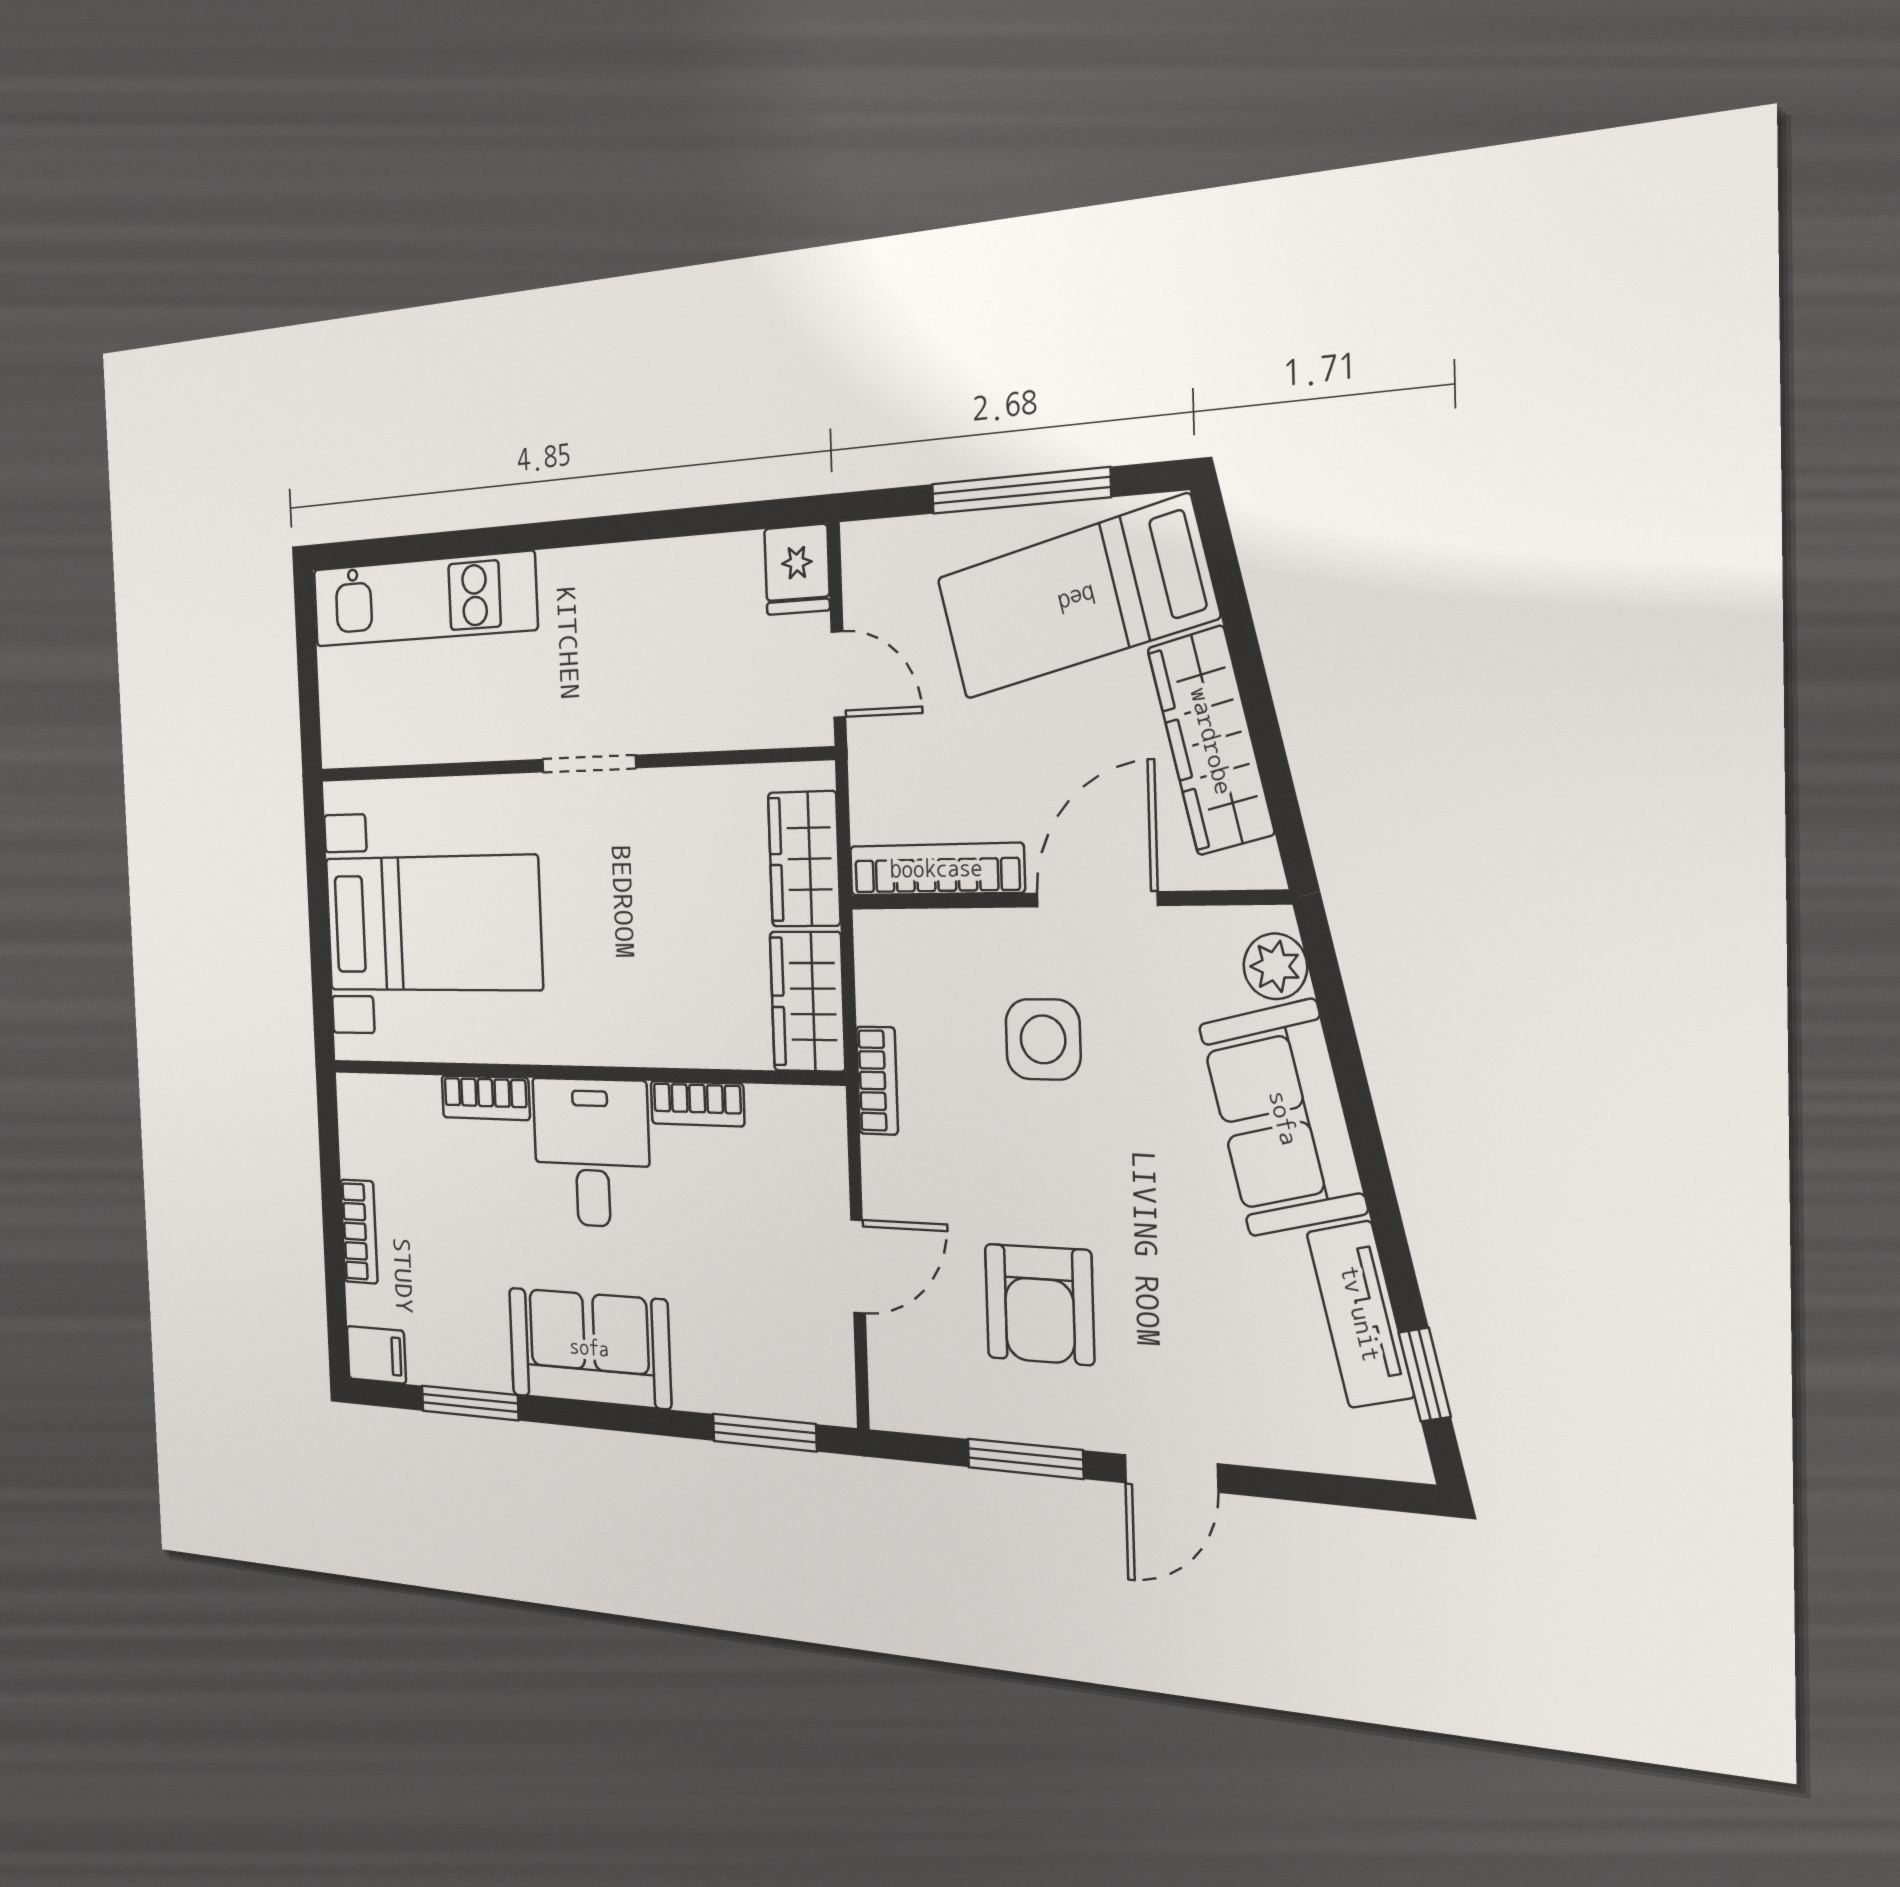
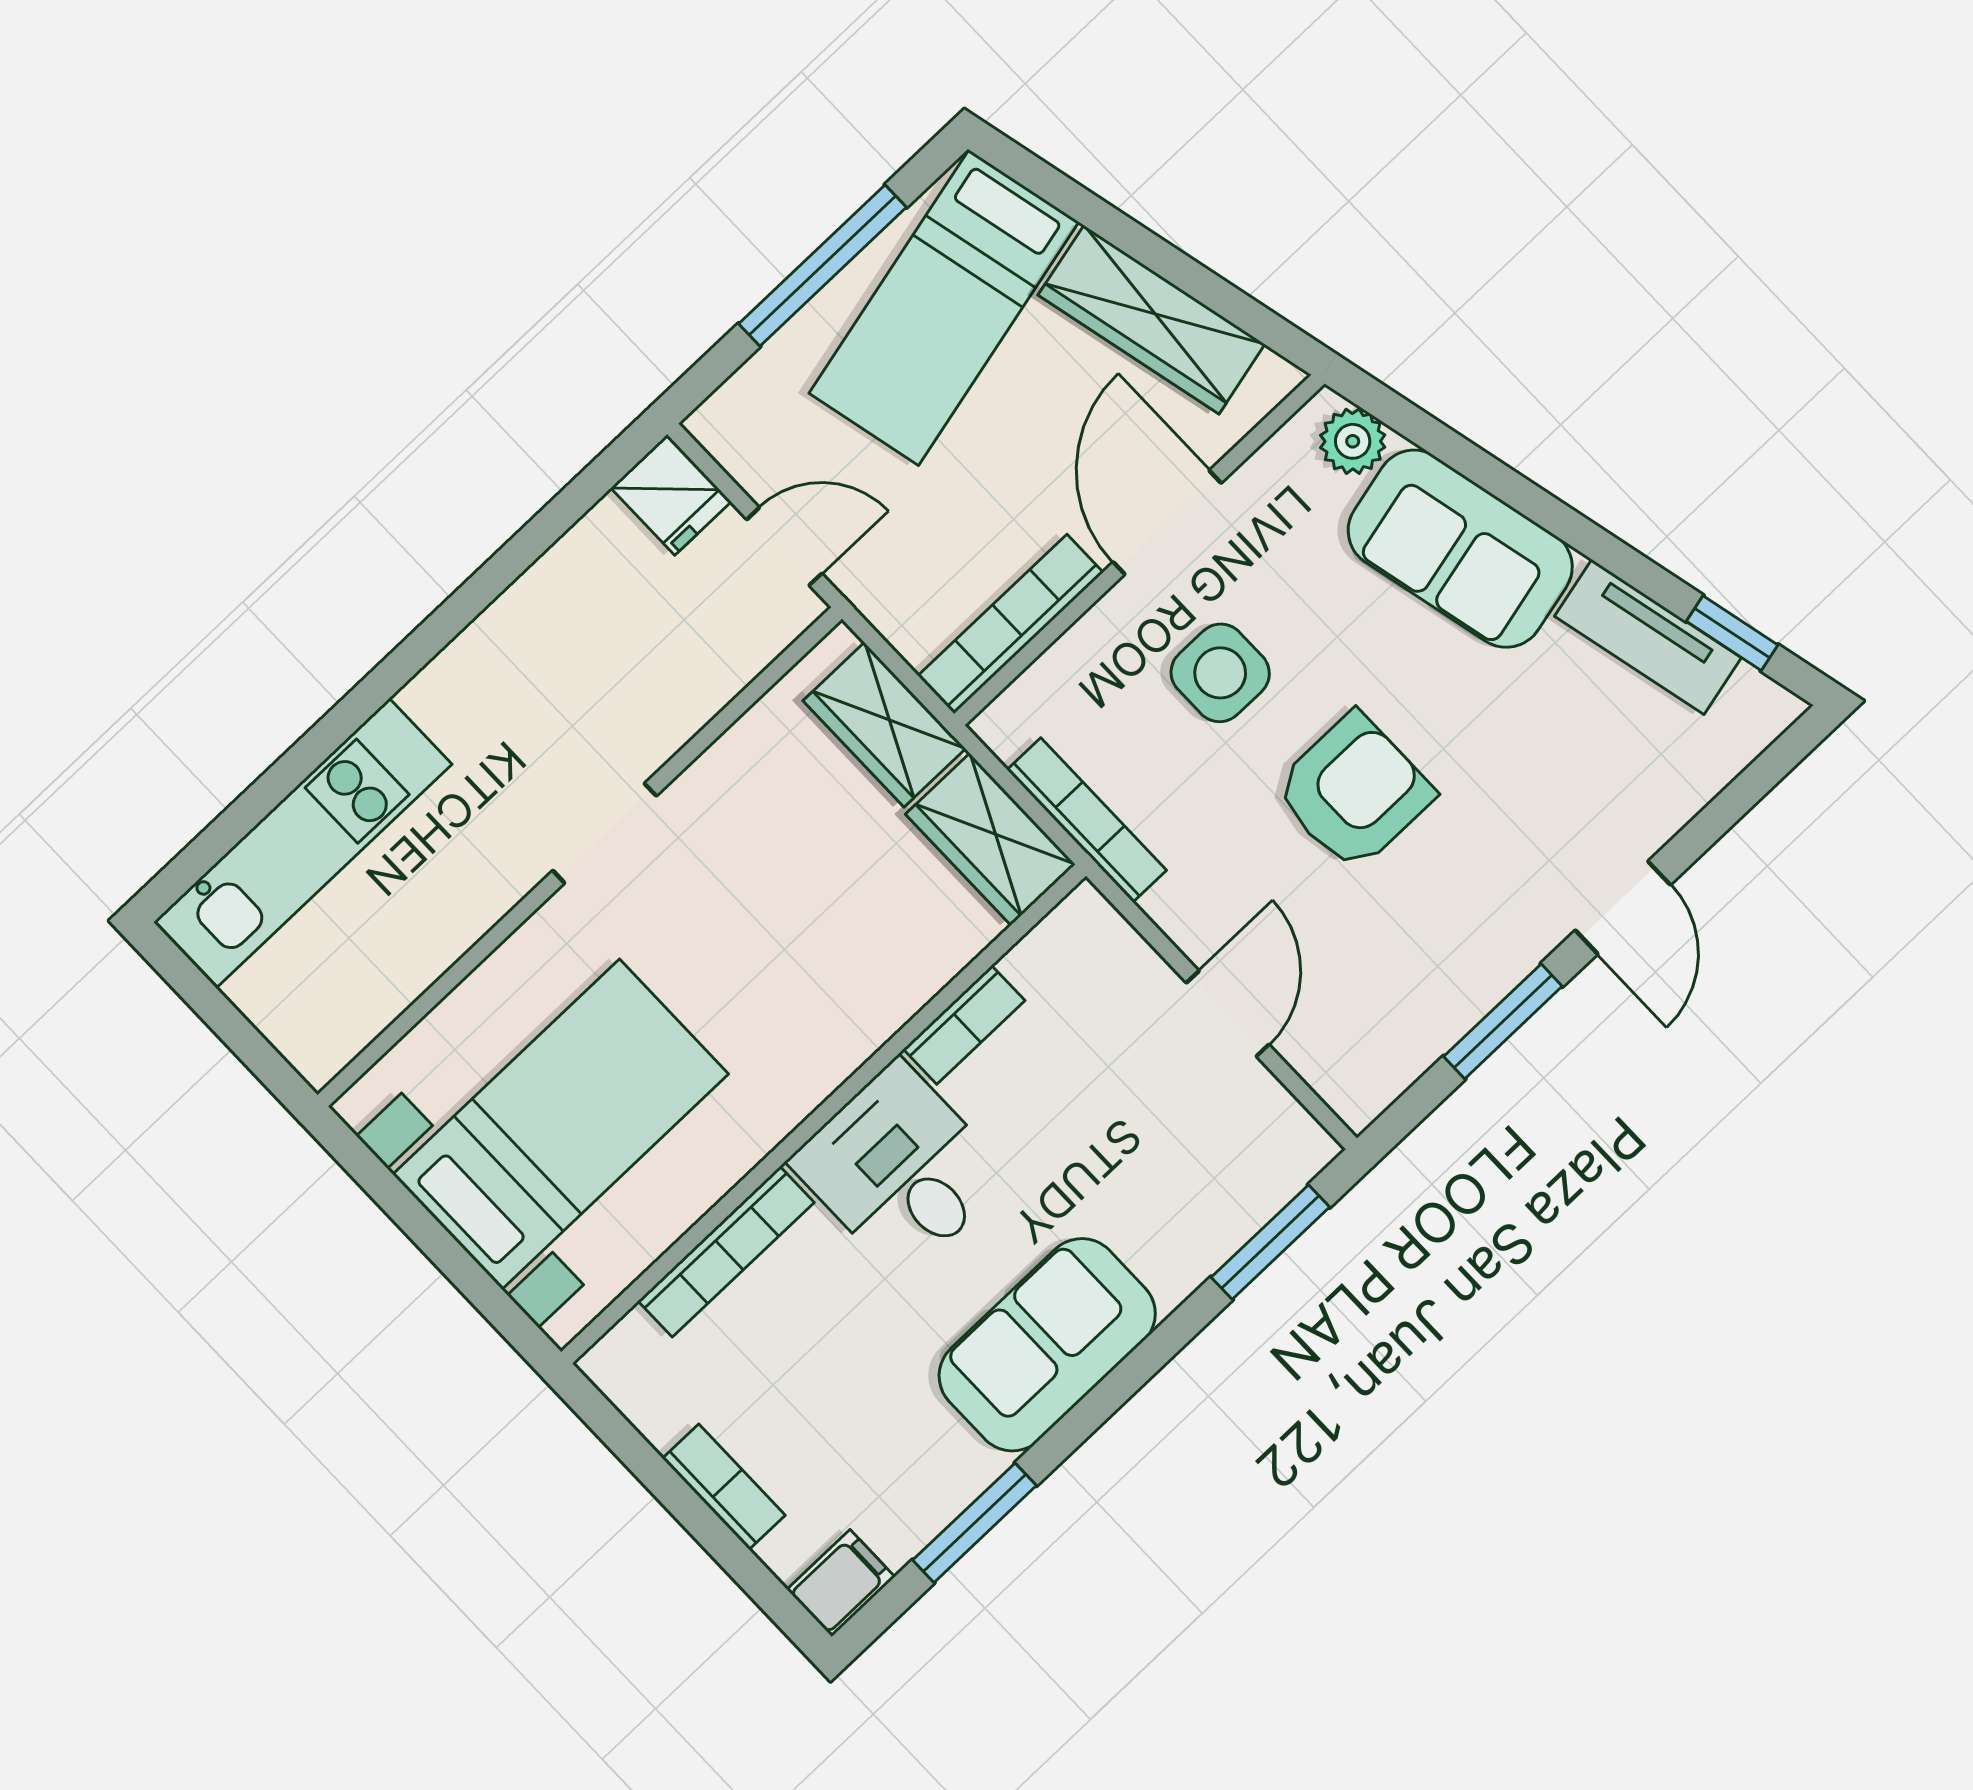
bookcase: (877, 1081) -> (1087, 820), width x1.56
bookcase: (486, 1098) -> (726, 1252), width x1.56
armchair: (1039, 1304) -> (1354, 792), moved, turned -90

